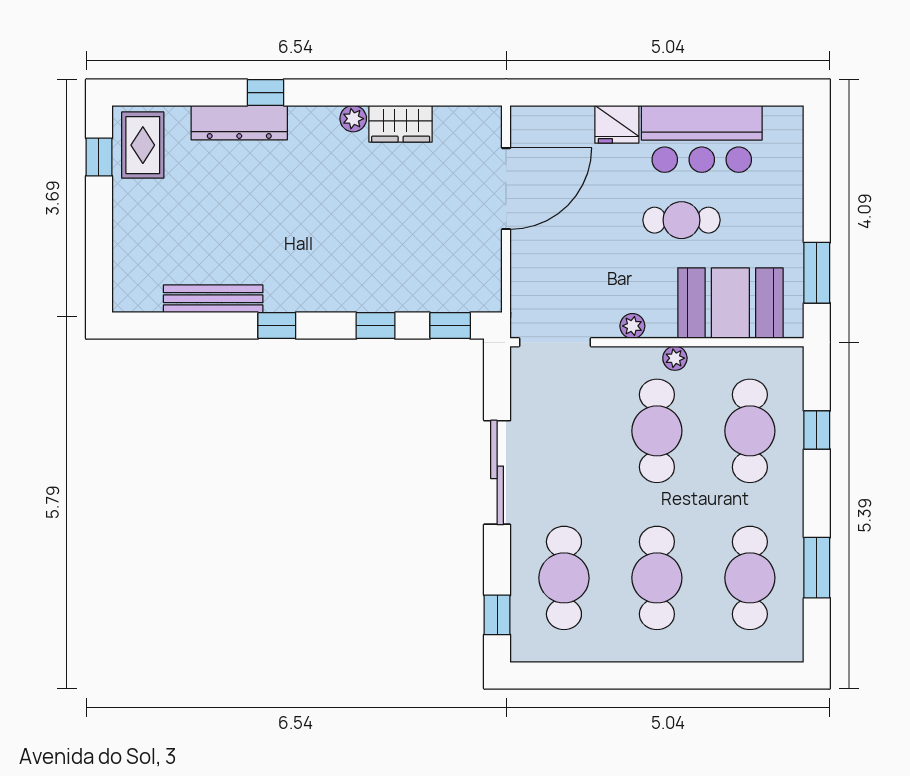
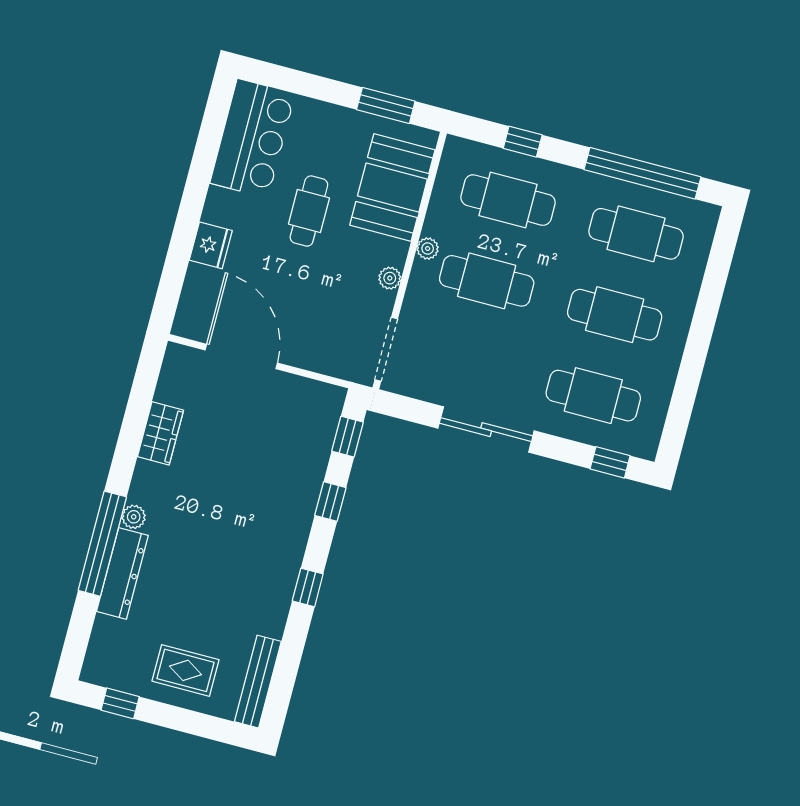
window: (265, 93) -> (102, 544), width x3.17
plant: (353, 119) -> (134, 517), moved
bar counter: (702, 139) -> (253, 138), moved
rug: (143, 145) -> (186, 670), moved
bench: (213, 299) -> (258, 682), moved
window: (817, 568) -> (642, 173), width x2.11

